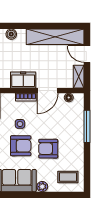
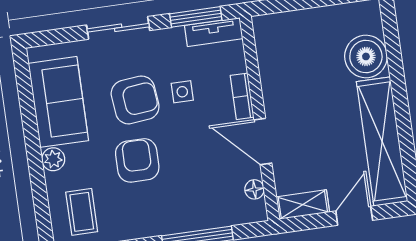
boiler: (11, 34) -> (366, 56), width x1.86, depth x1.86
freezer: (23, 80) -> (278, 85), removed
armchair: (21, 146) -> (135, 100), turned -96

